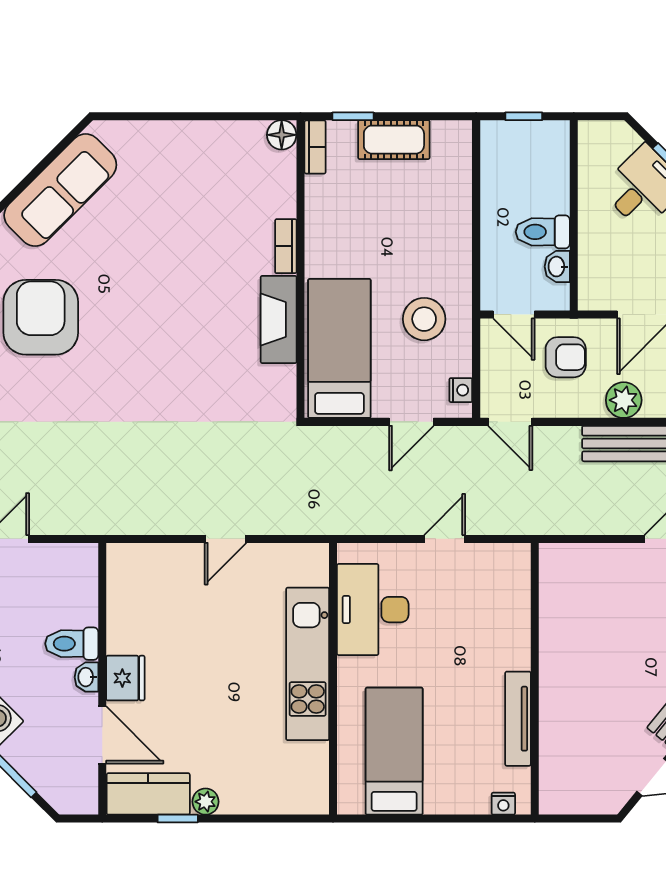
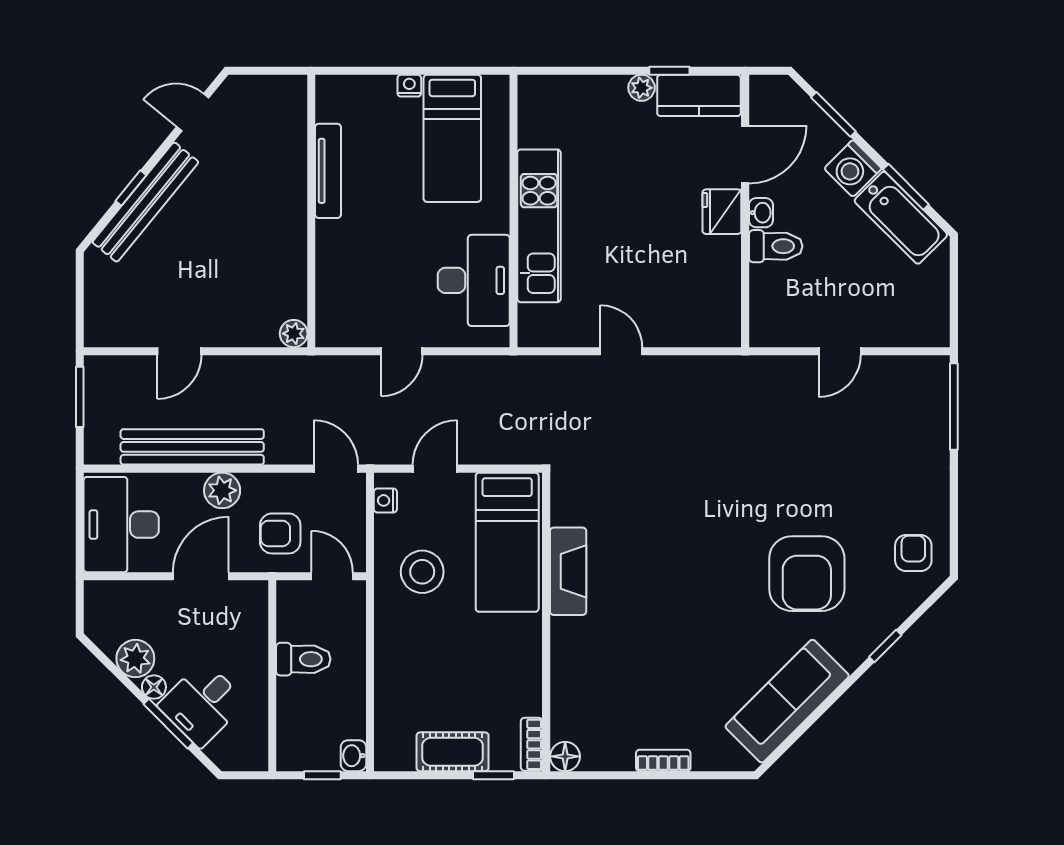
bookcase: (286, 246) -> (663, 760), moved, turned -90
washbasin: (557, 267) -> (353, 756), moved, turned 180
door: (226, 539) -> (621, 351), hinge flipped
plant: (552, 557) -> (294, 334), added
door: (102, 735) -> (745, 155), swing flipped
nightstand: (503, 804) -> (409, 86), moved

